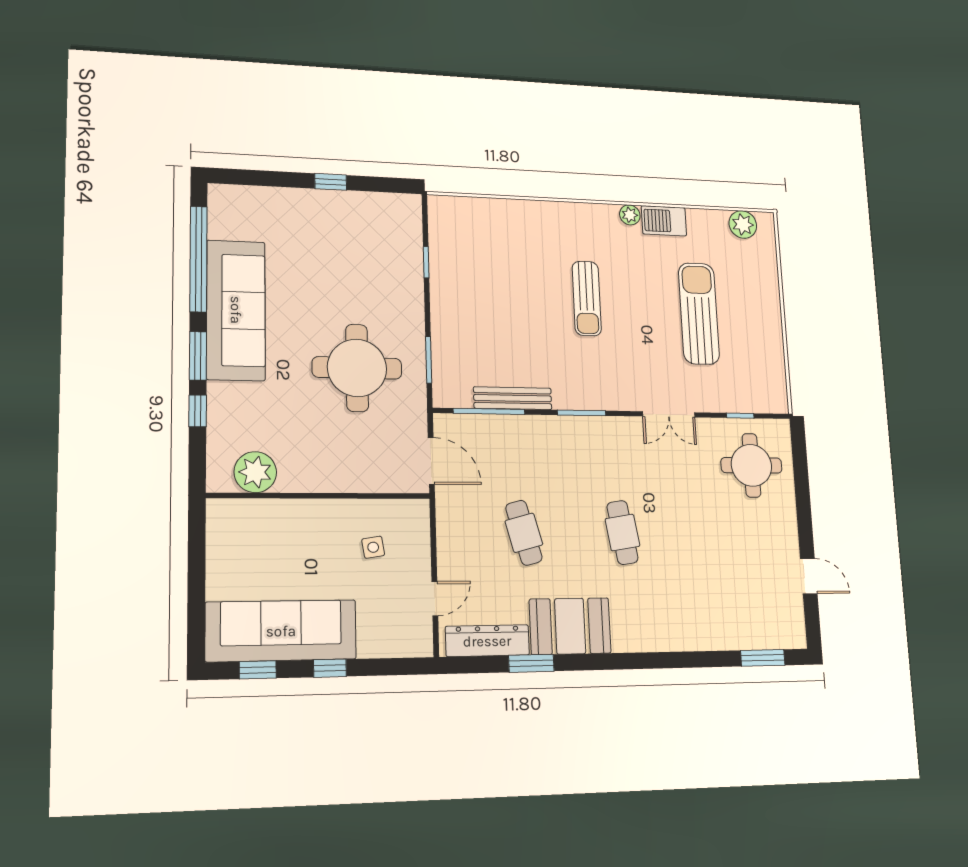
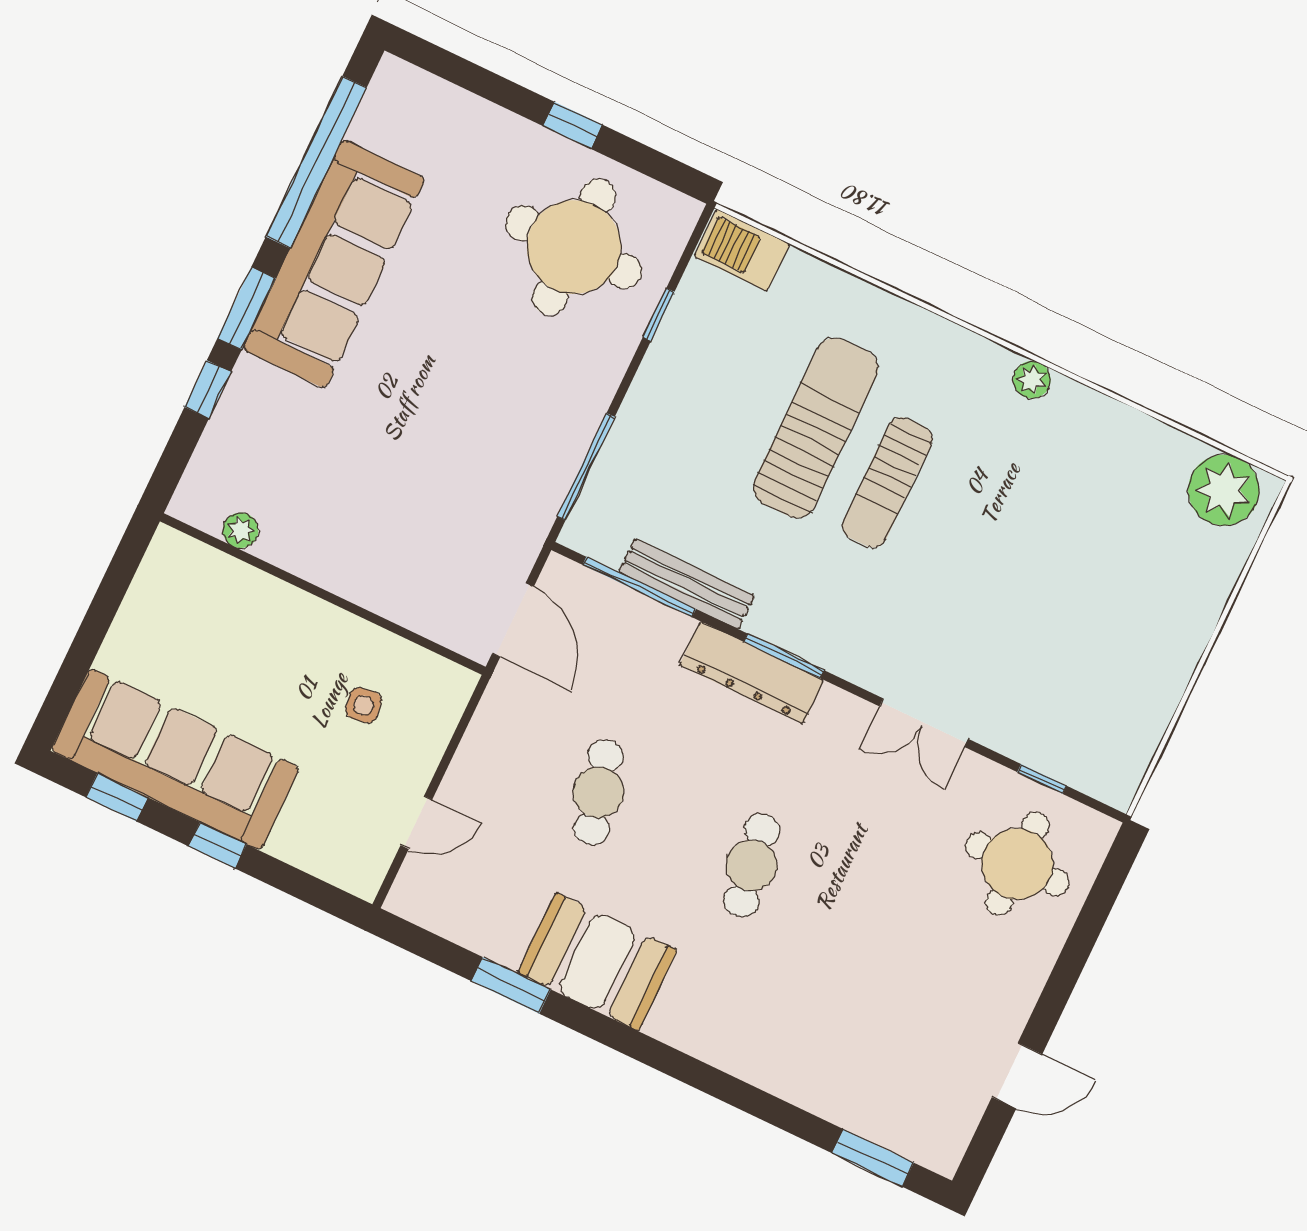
barbecue: (664, 221) -> (742, 250), moved
plant: (743, 225) -> (1224, 490), width x1.36, depth x1.36
sun lounger: (699, 313) -> (816, 428), moved
window: (429, 360) -> (586, 467), width x1.44
round table: (357, 368) -> (574, 247), moved
plant: (255, 472) -> (241, 530), width x0.53, depth x0.53
door: (809, 576) -> (1017, 1076), hinge flipped
dresser: (487, 641) -> (752, 673), moved, turned 180

